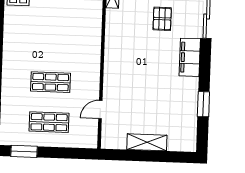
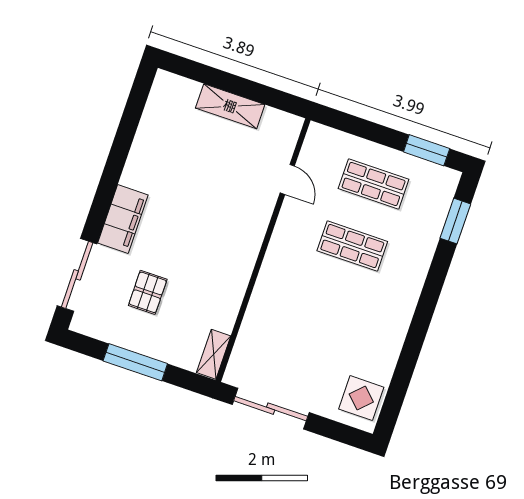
window: (203, 104) -> (124, 139), removed
door: (100, 110) -> (287, 179), hinge flipped

